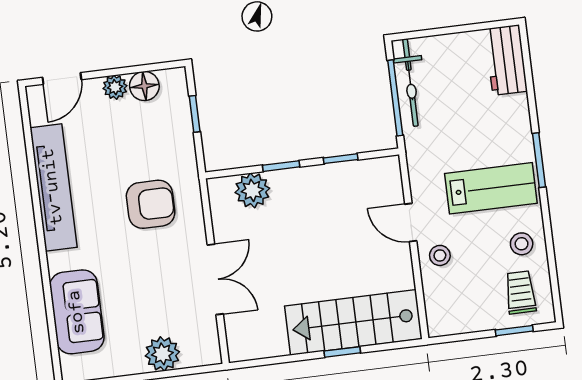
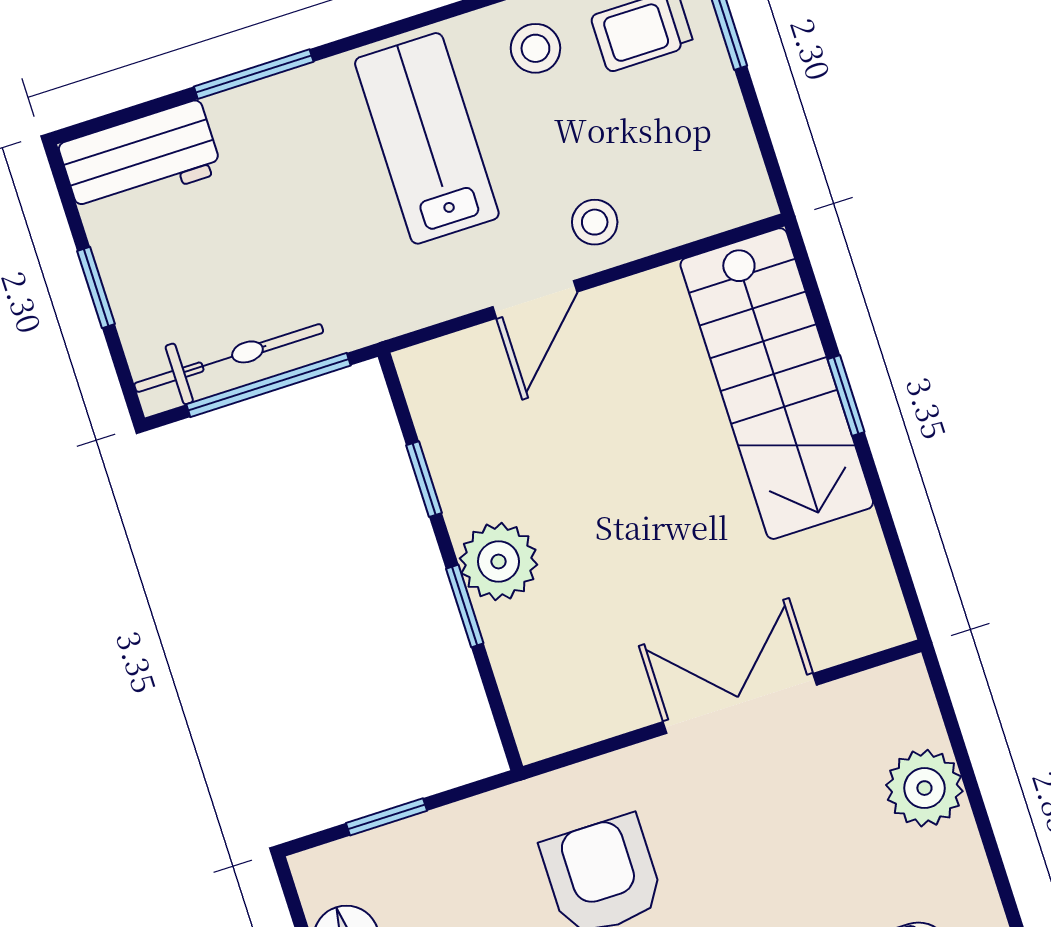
window: (453, 30) -> (96, 287), added
window: (539, 160) -> (254, 74), moved
plant: (252, 190) -> (499, 562), moved

